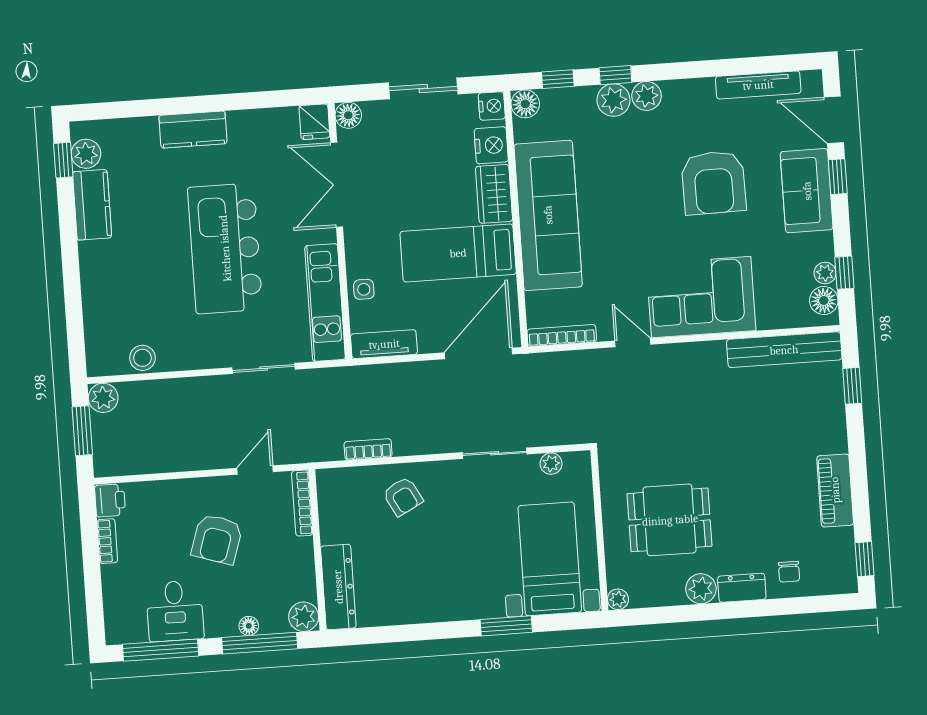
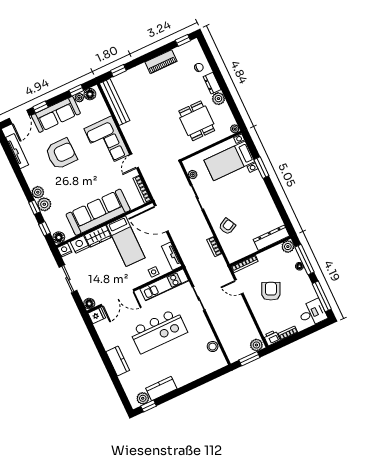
sofa: (807, 191) -> (56, 114), width x1.36
plant: (103, 398) -> (256, 345), moved
armchair: (217, 539) -> (271, 291), turned -83
desk: (175, 611) -> (312, 313), moved

